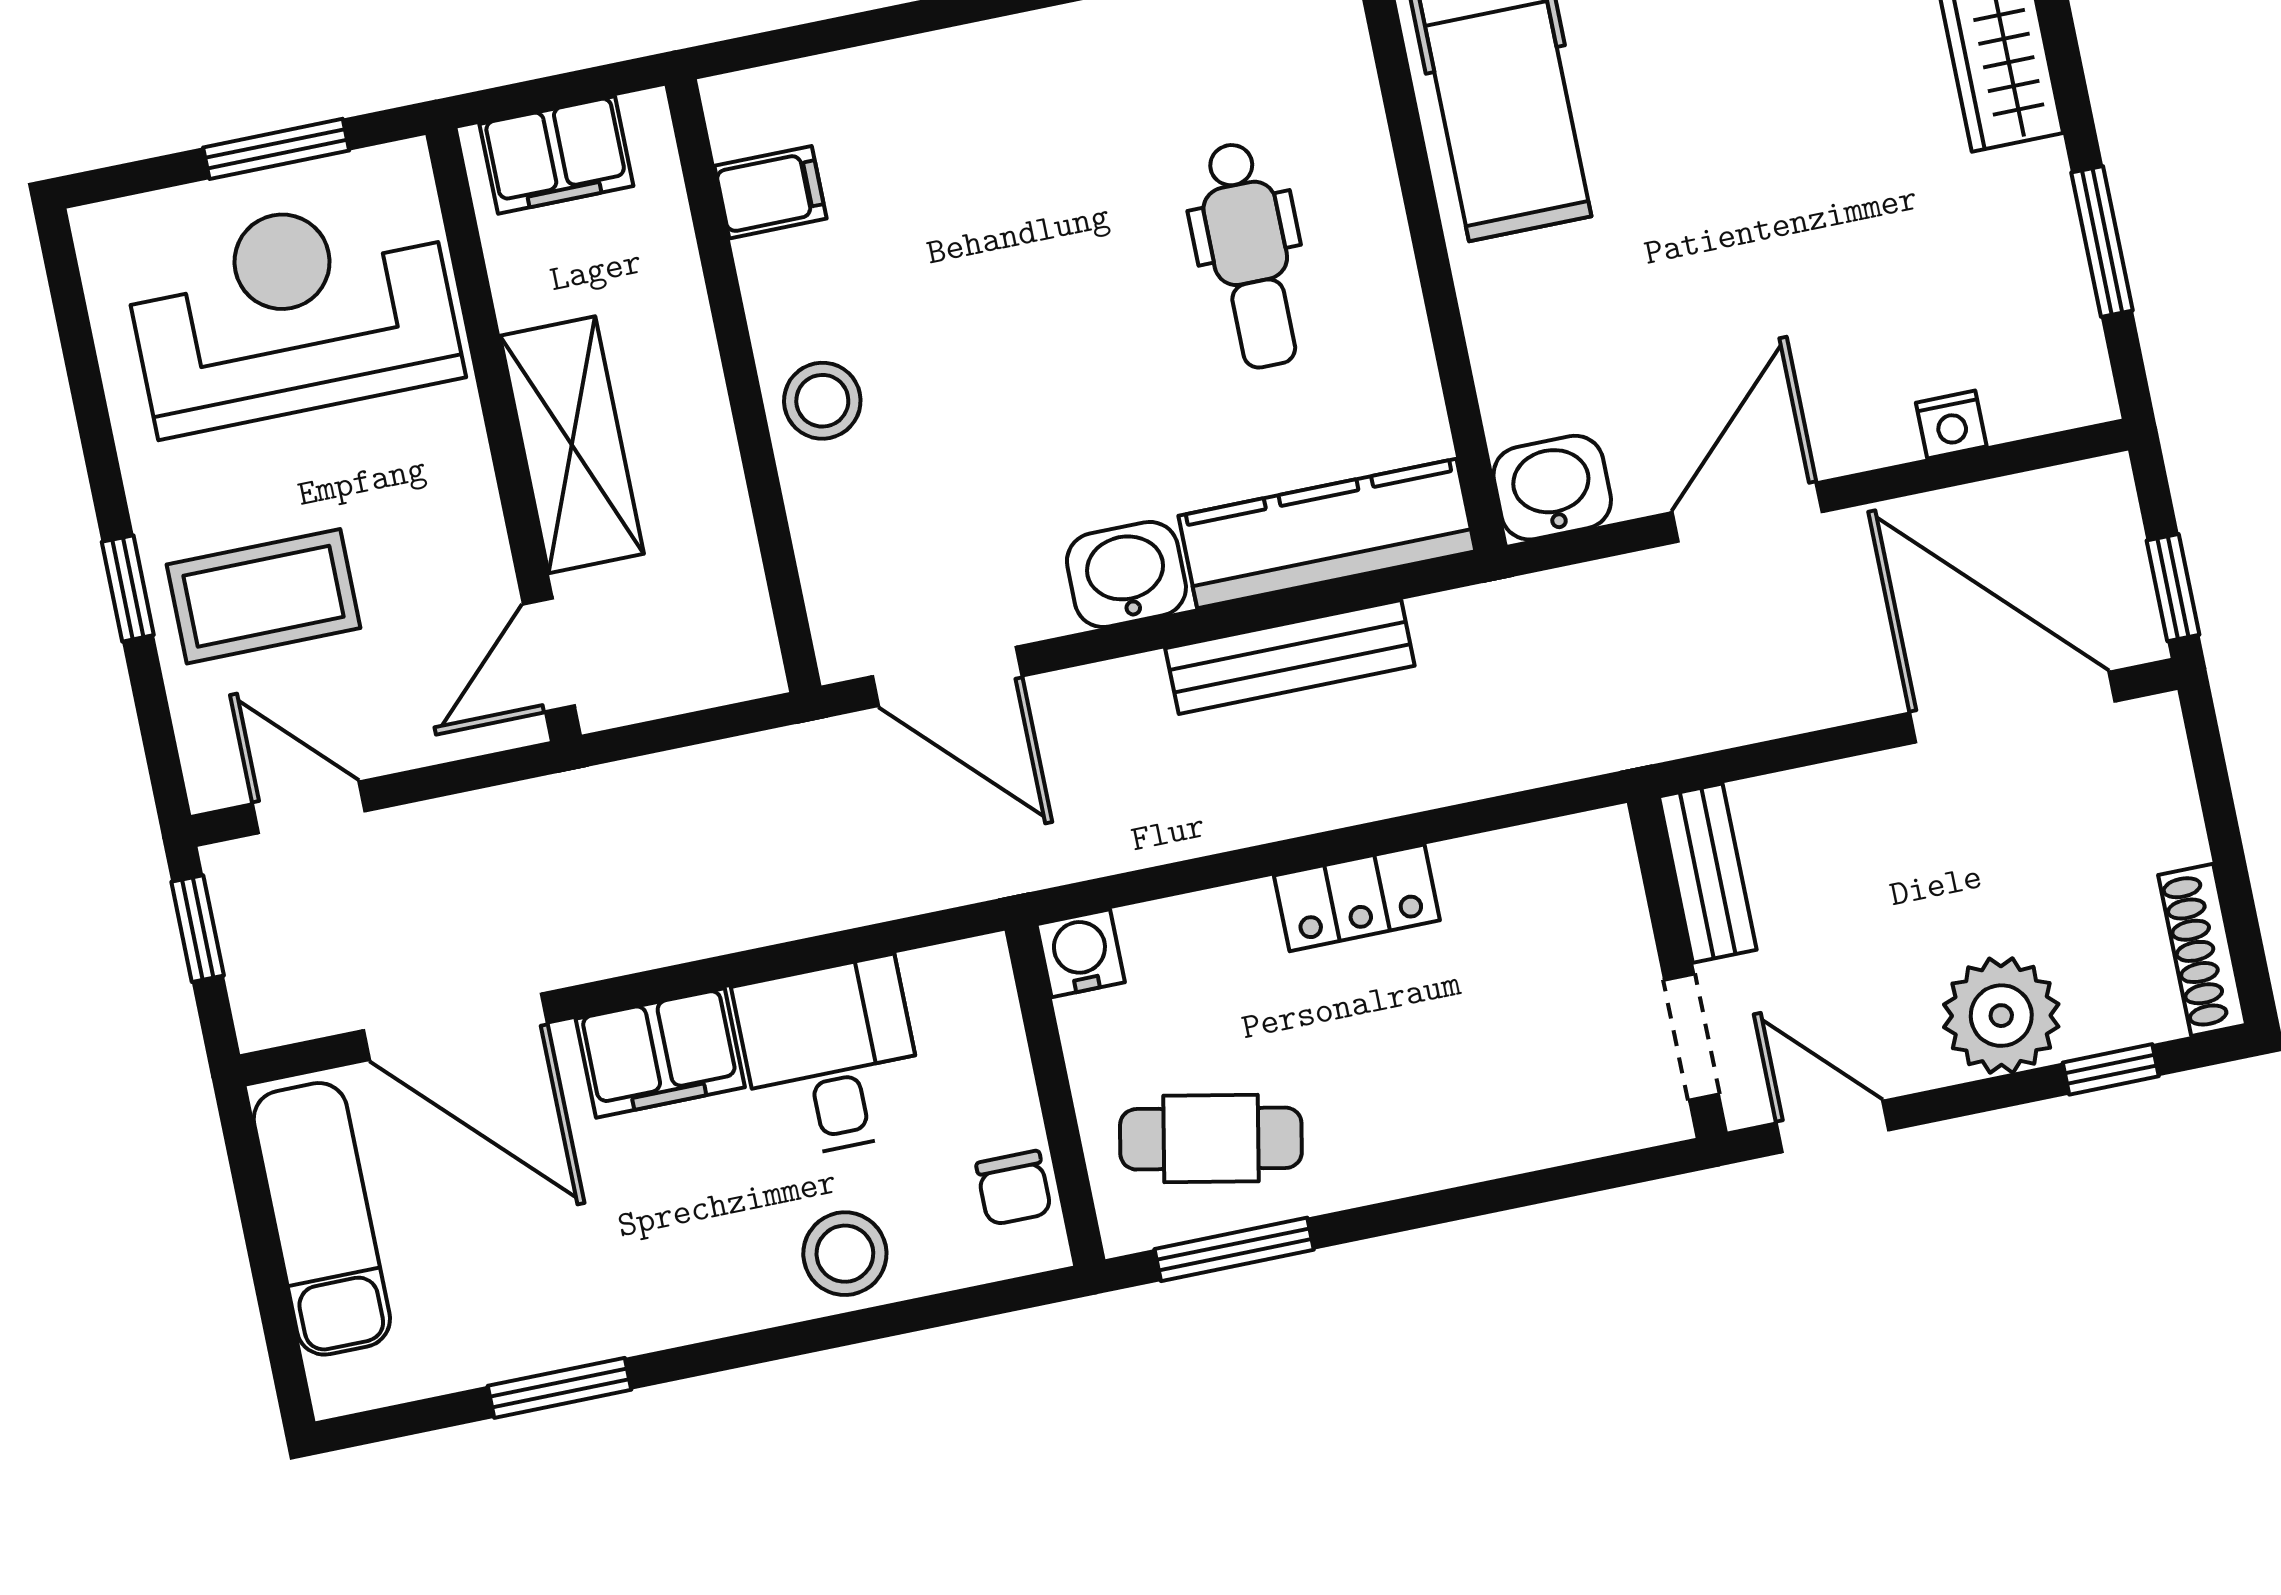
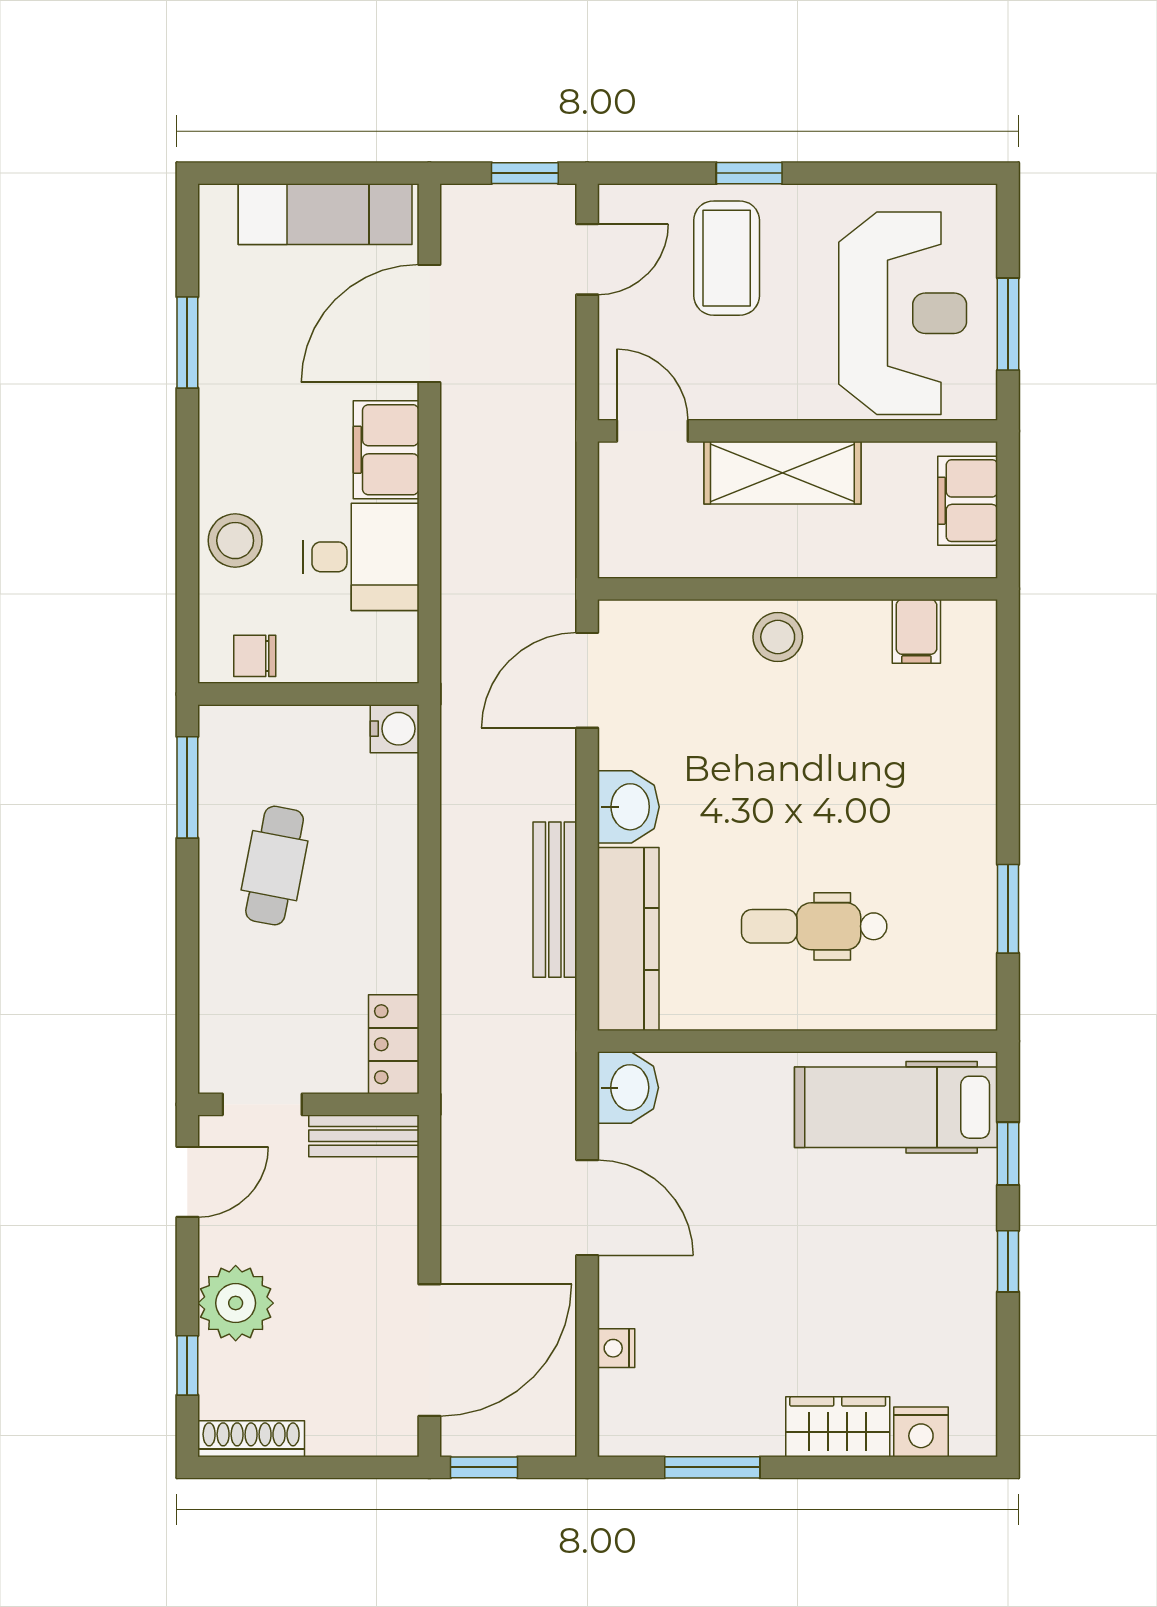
locker: (1357, 898) -> (394, 1044), moved
cafe table: (1211, 1139) -> (275, 866), moved

